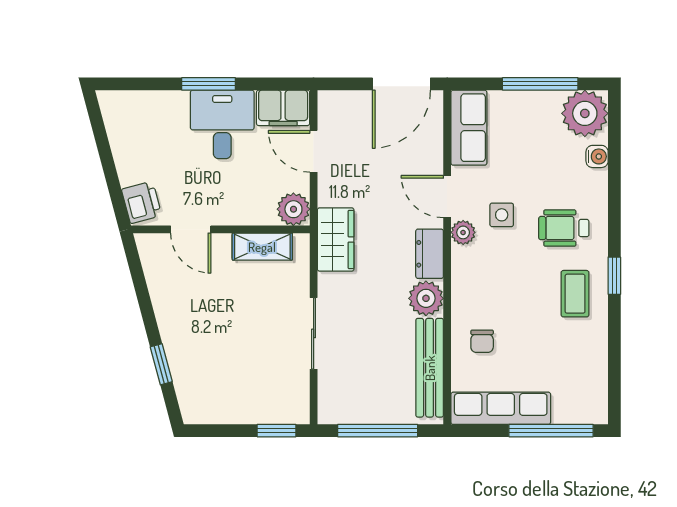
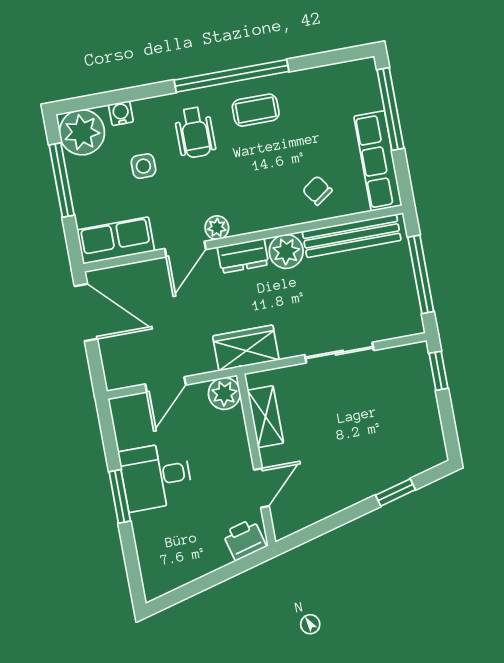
filing cabinet: (283, 108) -> (129, 421), removed
side table: (502, 215) -> (143, 166), moved
window: (614, 276) -> (232, 76), width x3.17
chair: (482, 341) -> (317, 190), turned -125

